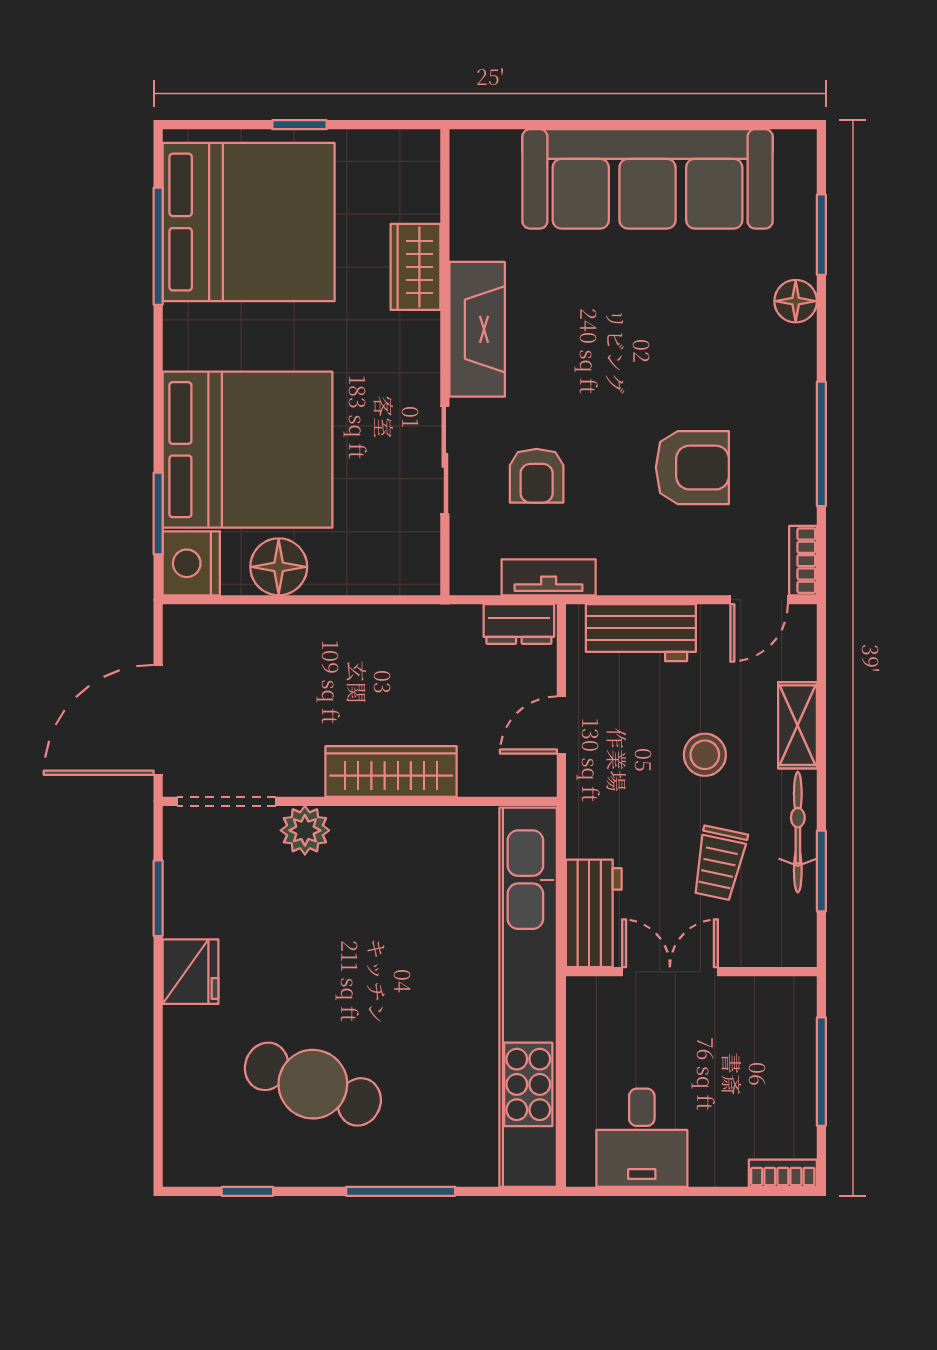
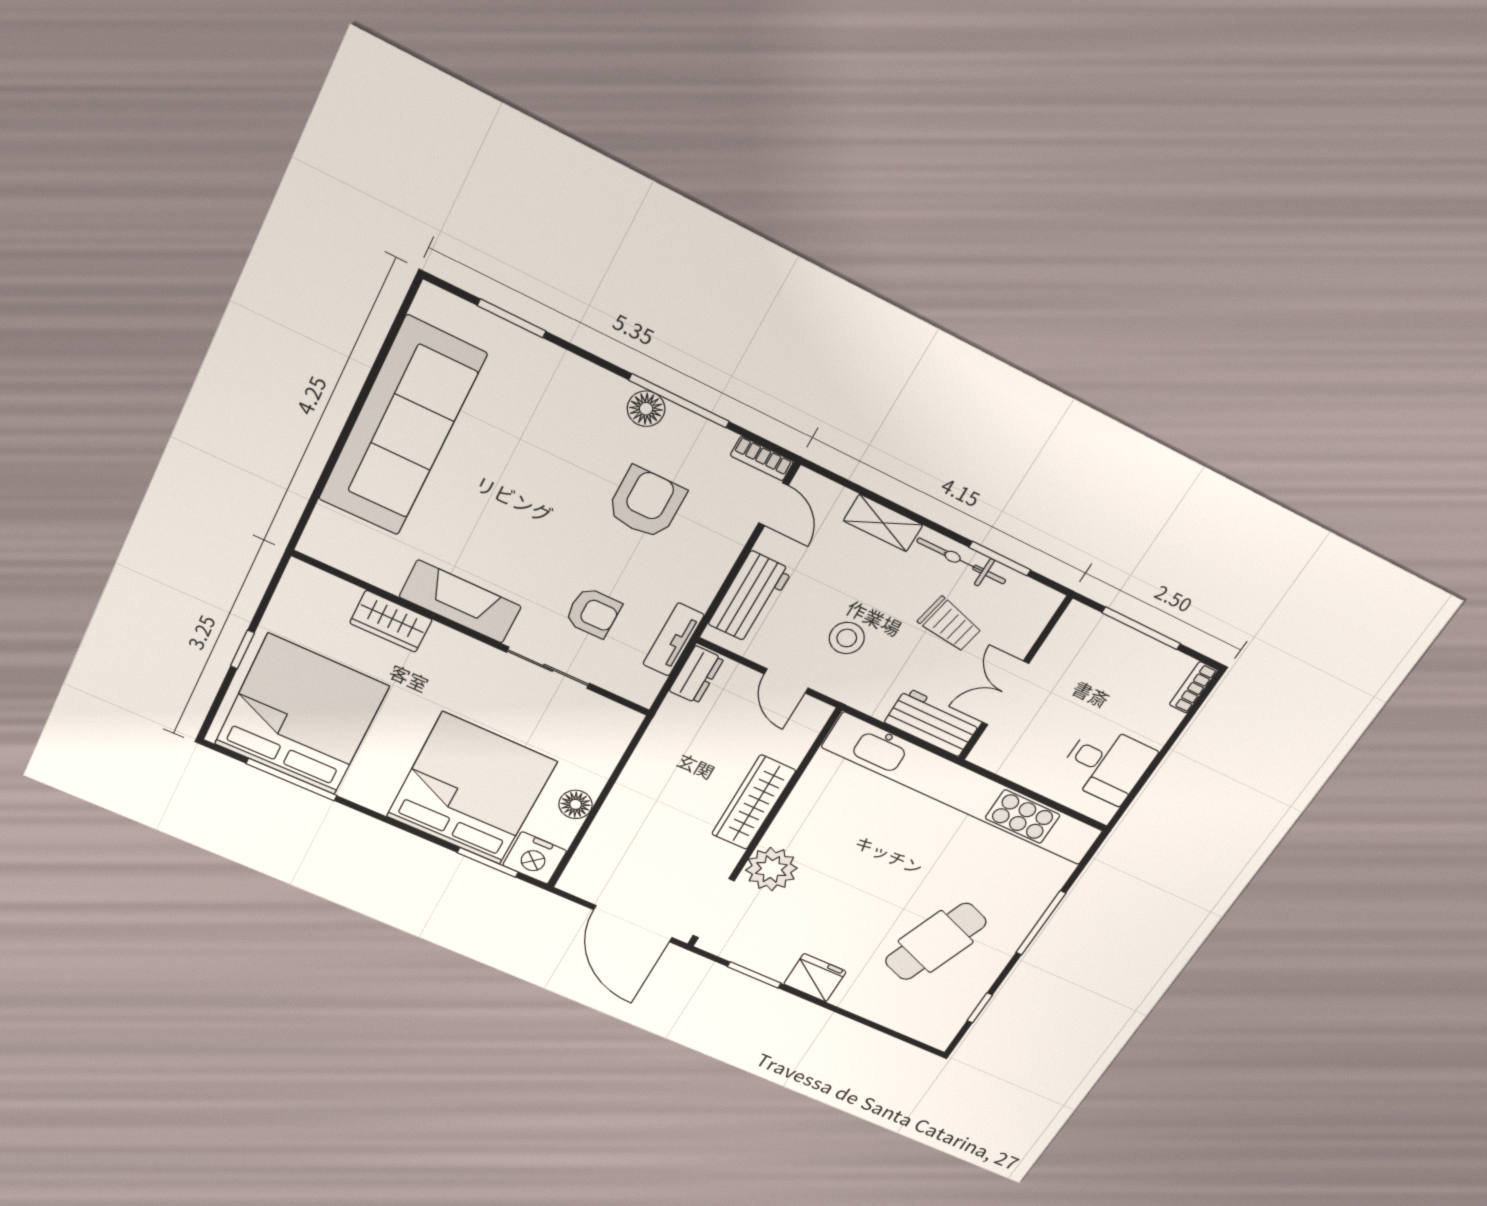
floor lamp: (796, 301) -> (646, 409), moved
floor lamp: (279, 567) -> (576, 804), width x0.73, depth x0.73
stool: (705, 755) -> (847, 638), moved
plant: (305, 830) -> (771, 869), width x1.36, depth x1.36

